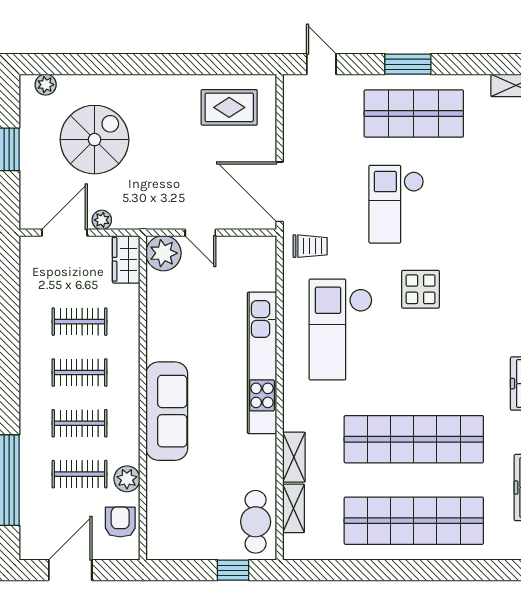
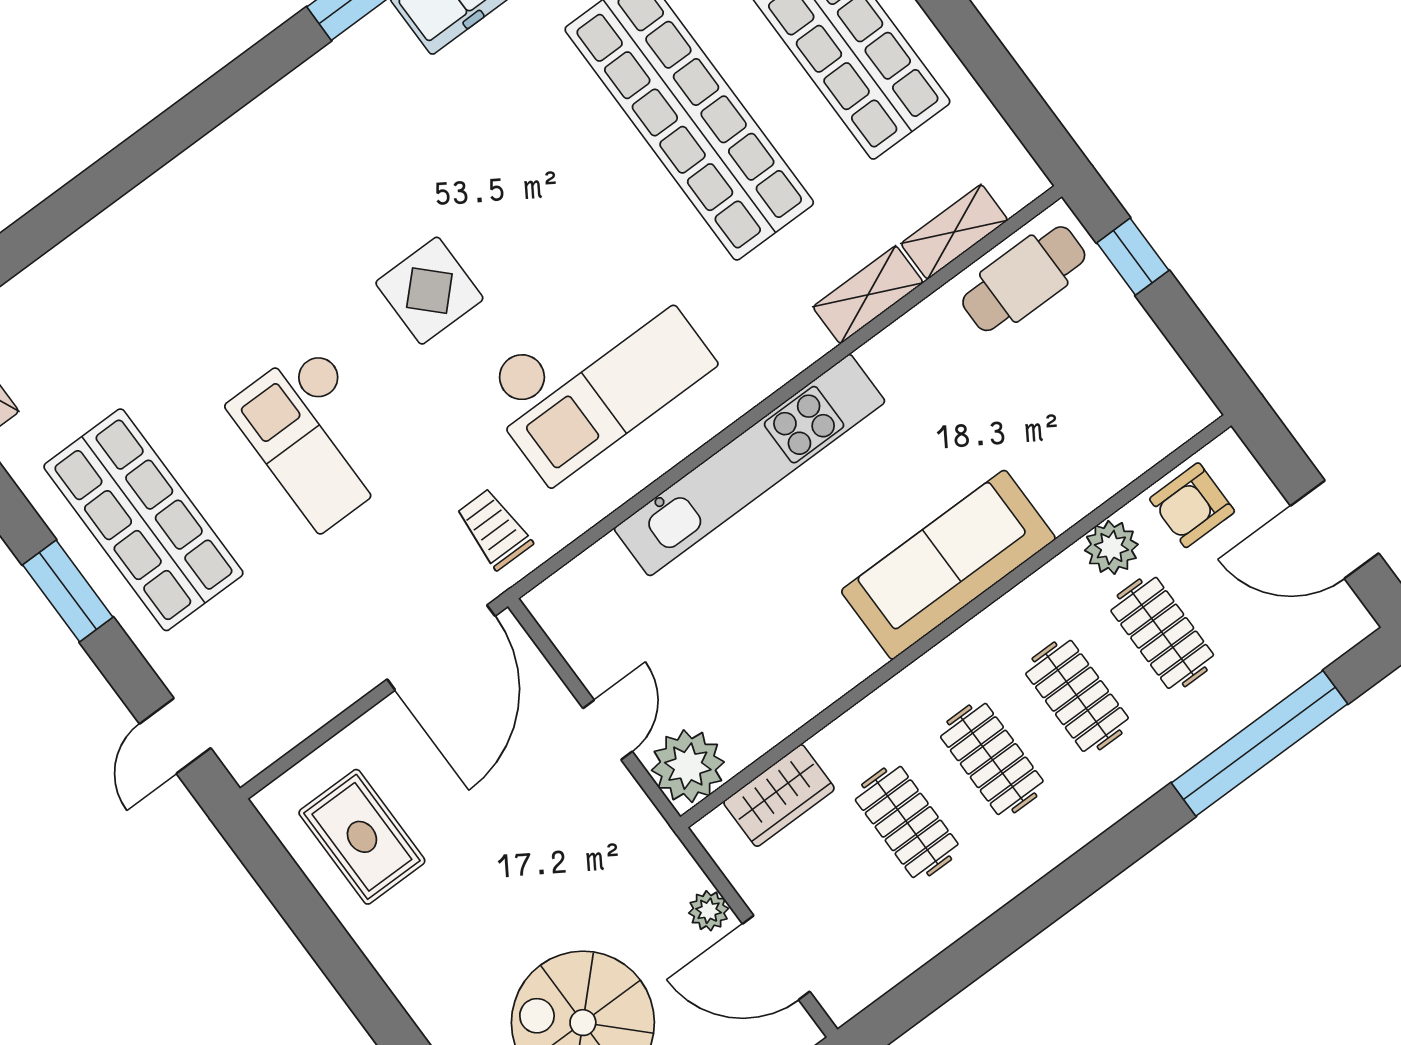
checkout: (396, 204) -> (317, 437), turned 90
wardrobe: (126, 259) -> (779, 796), moved

